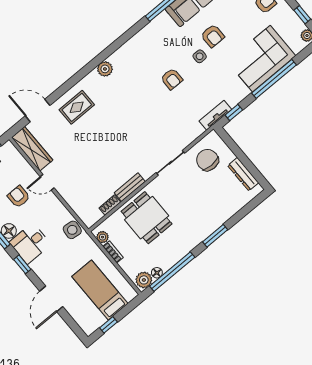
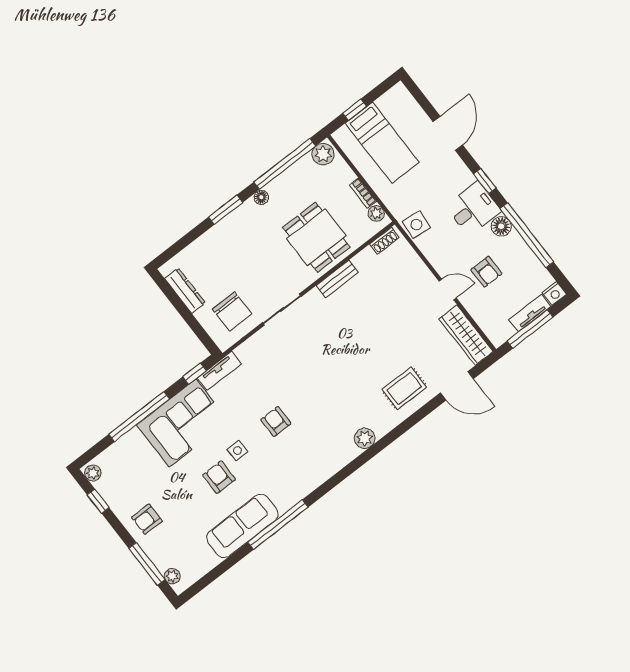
corner sofa: (261, 59) -> (183, 423), moved
shoe rack: (110, 205) -> (384, 241), moved
floor lamp: (157, 273) -> (261, 197), moved
window: (108, 325) -> (355, 110), moved

